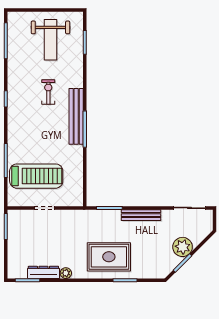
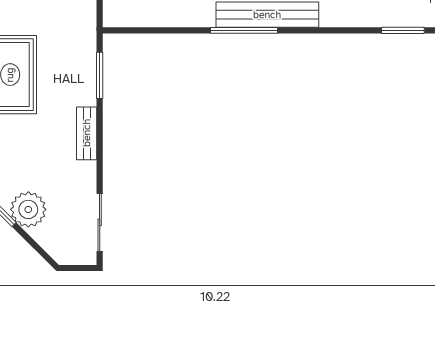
bench: (141, 215) -> (87, 133), width x0.73

